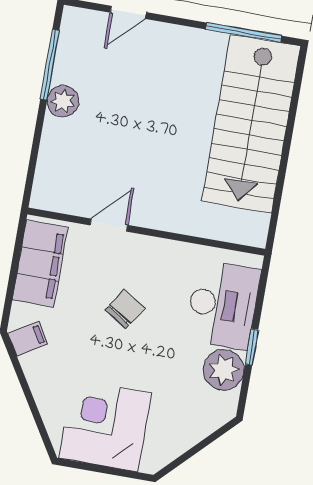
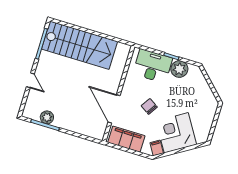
door: (128, 12) -> (30, 80), moved
plant: (63, 101) -> (47, 117), moved
door: (109, 225) -> (114, 109), width x1.88
corner desk: (105, 426) -> (176, 133), moved, turned 58

